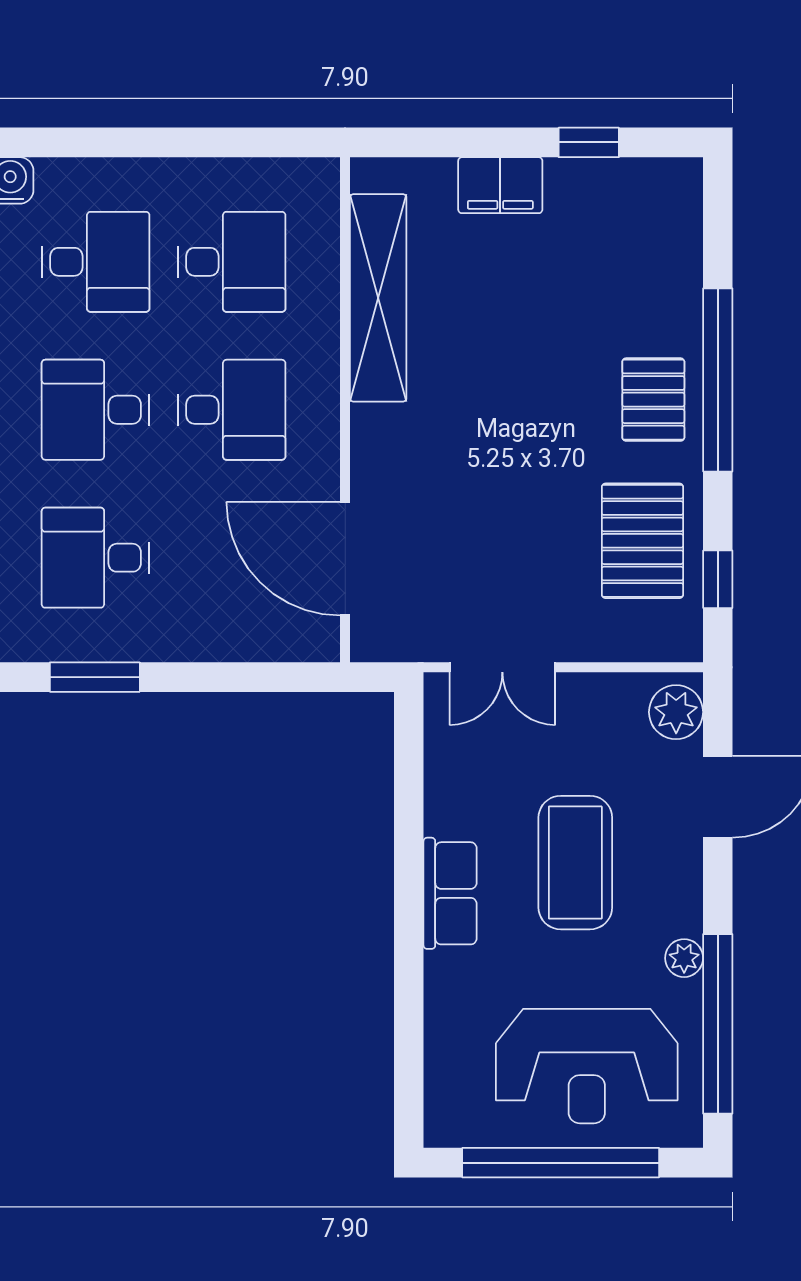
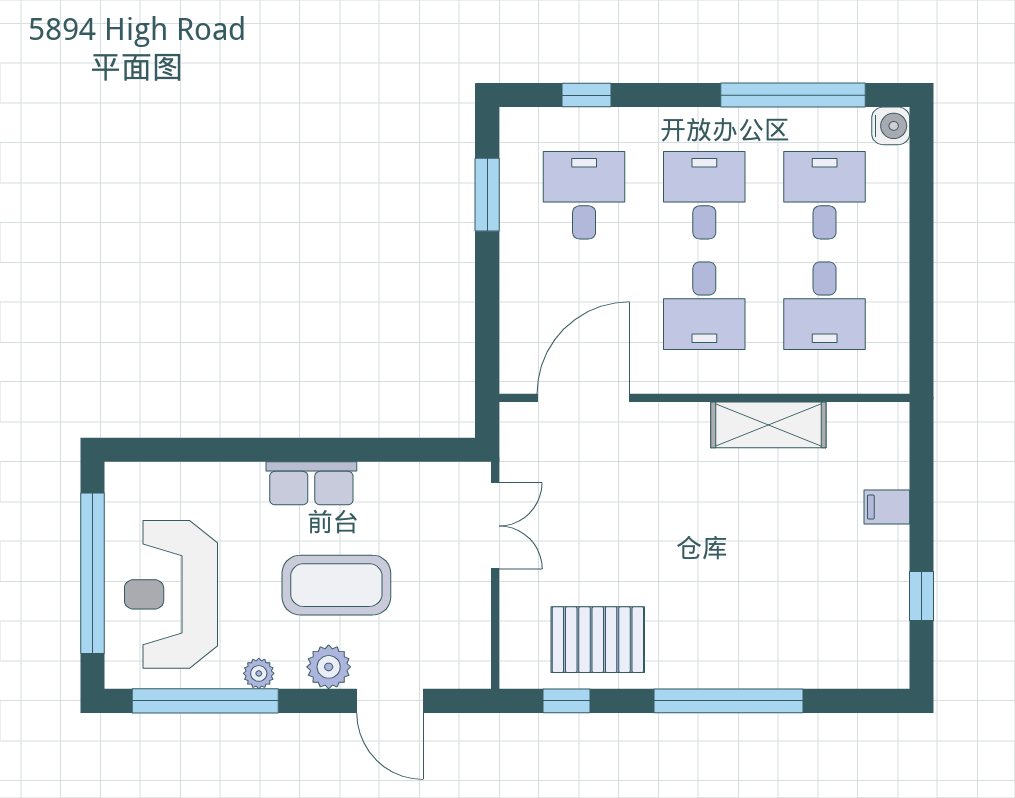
filing cabinet: (500, 185) -> (887, 507), width x0.50
desk: (96, 262) -> (825, 195), turned 180
shelving: (378, 298) -> (768, 425), width x0.68
pallet: (653, 400) -> (713, 648), removed
double door: (502, 667) -> (495, 526), swing flipped
plant: (676, 712) -> (329, 667), moved

